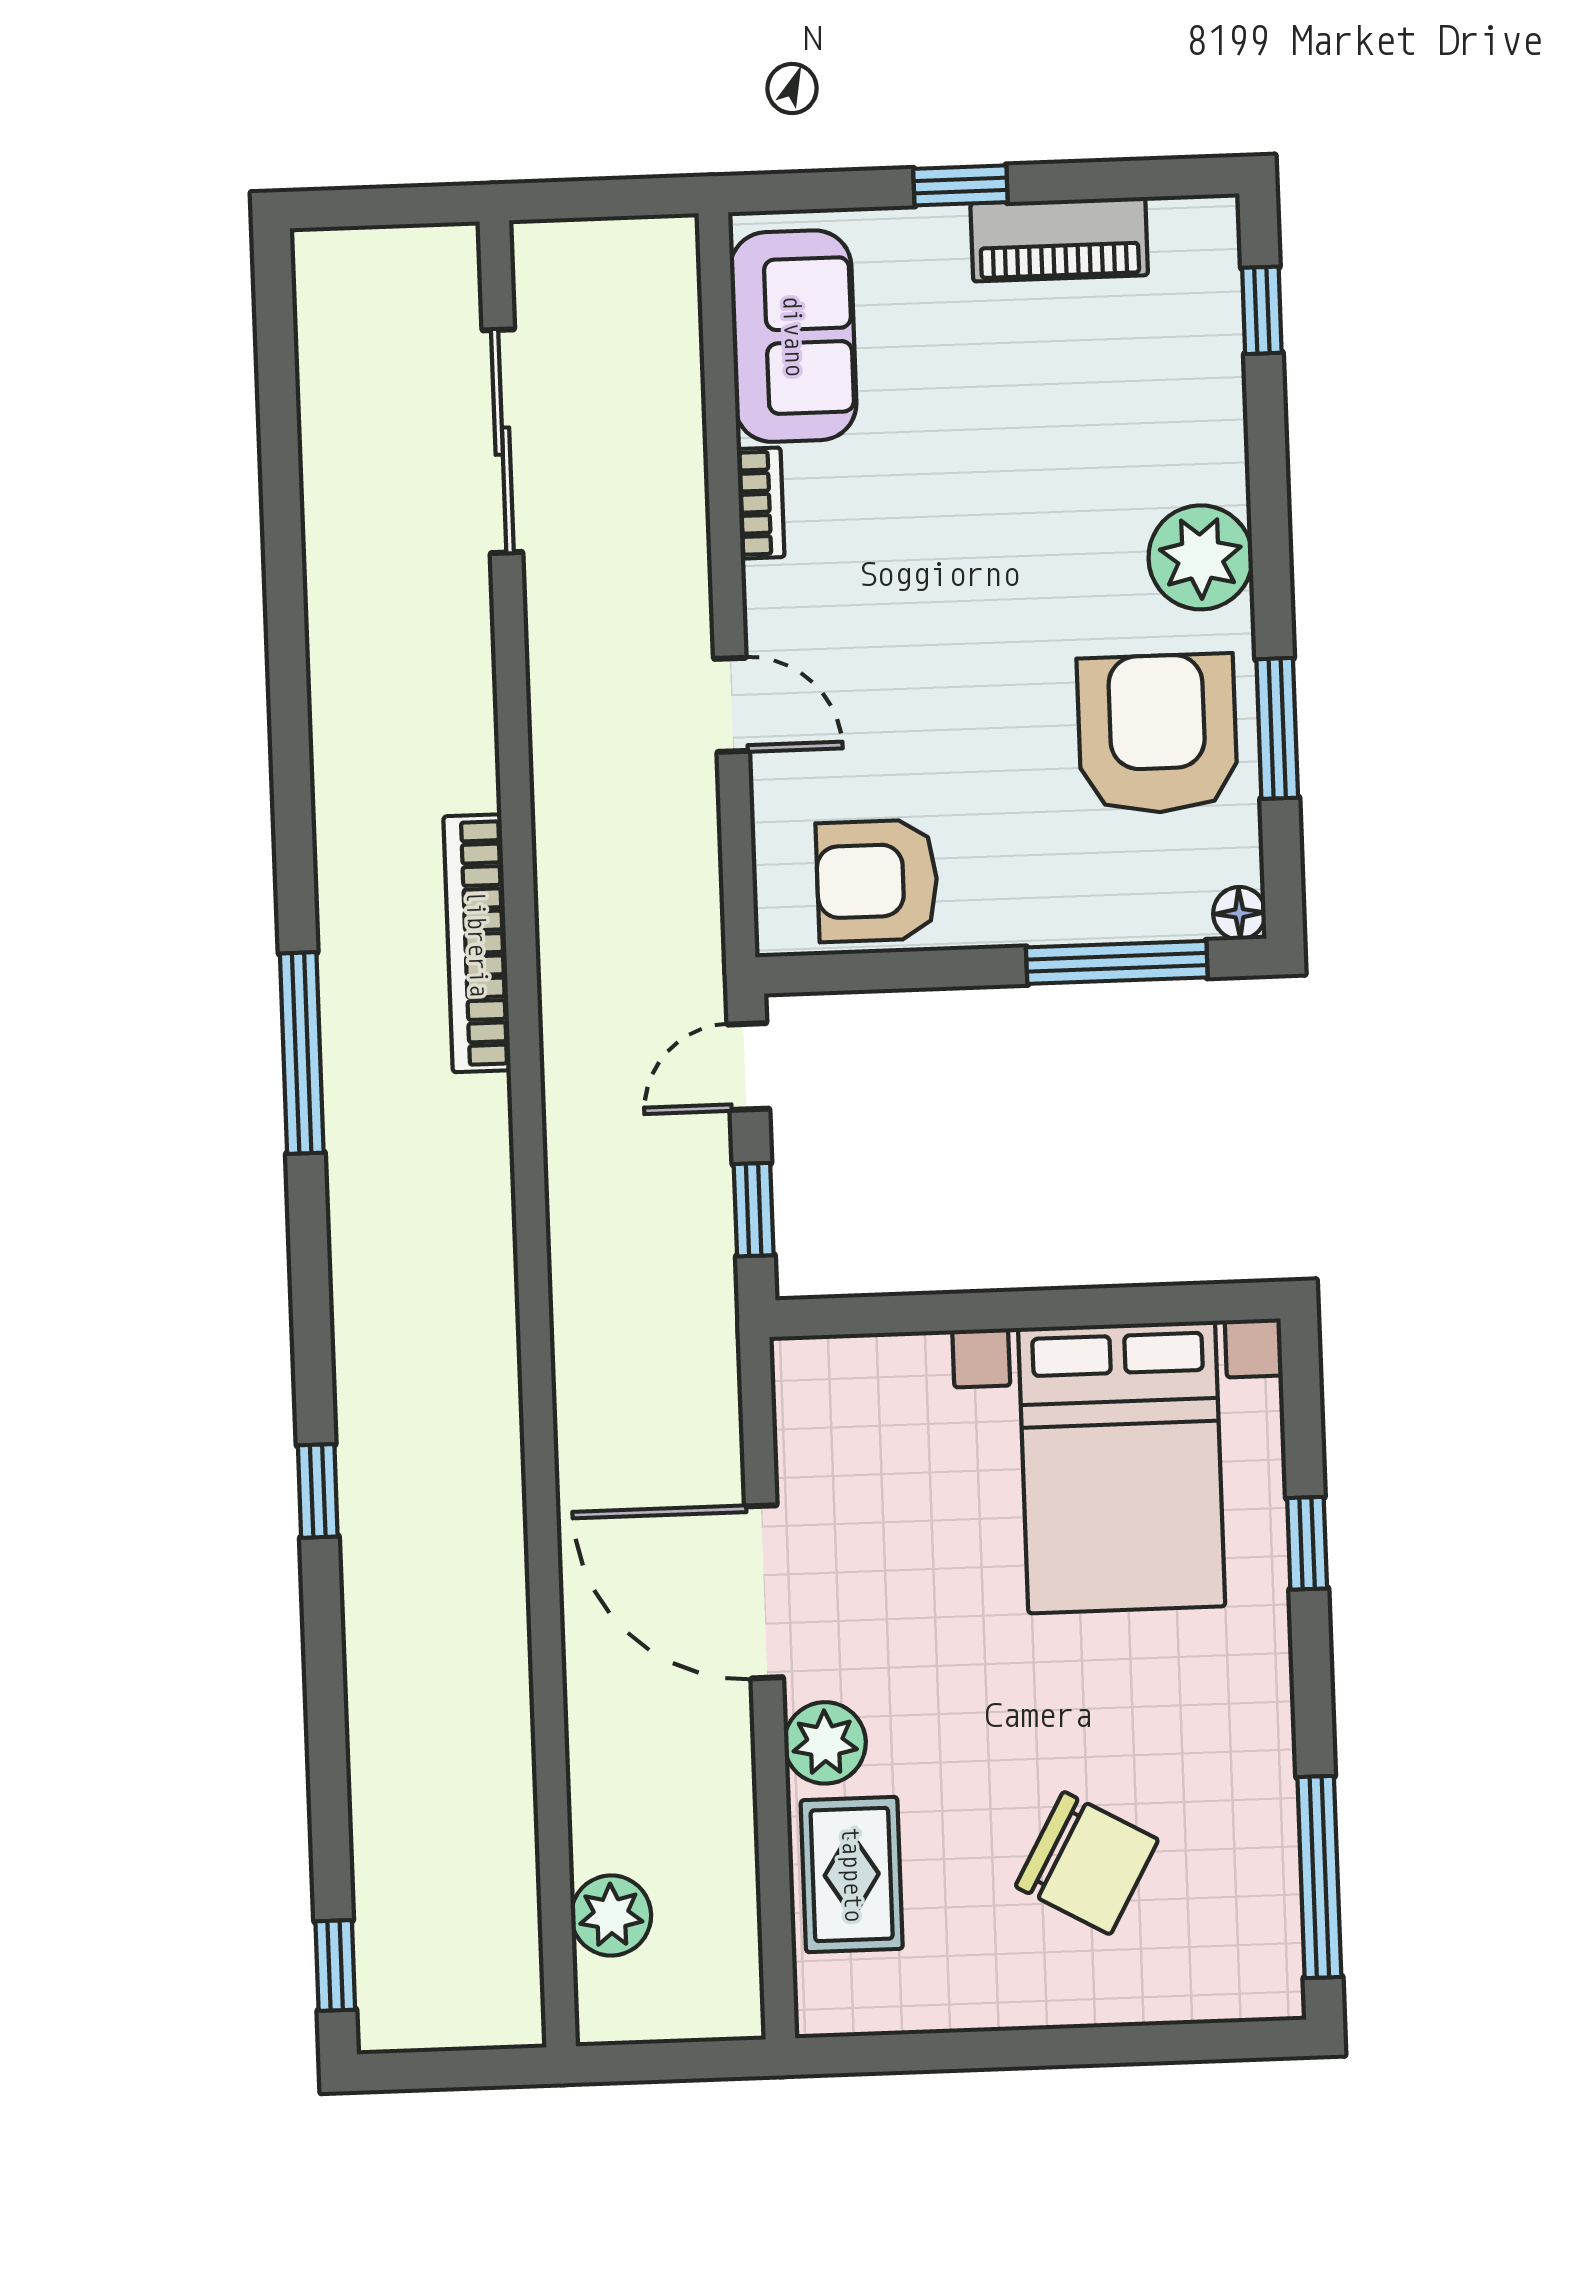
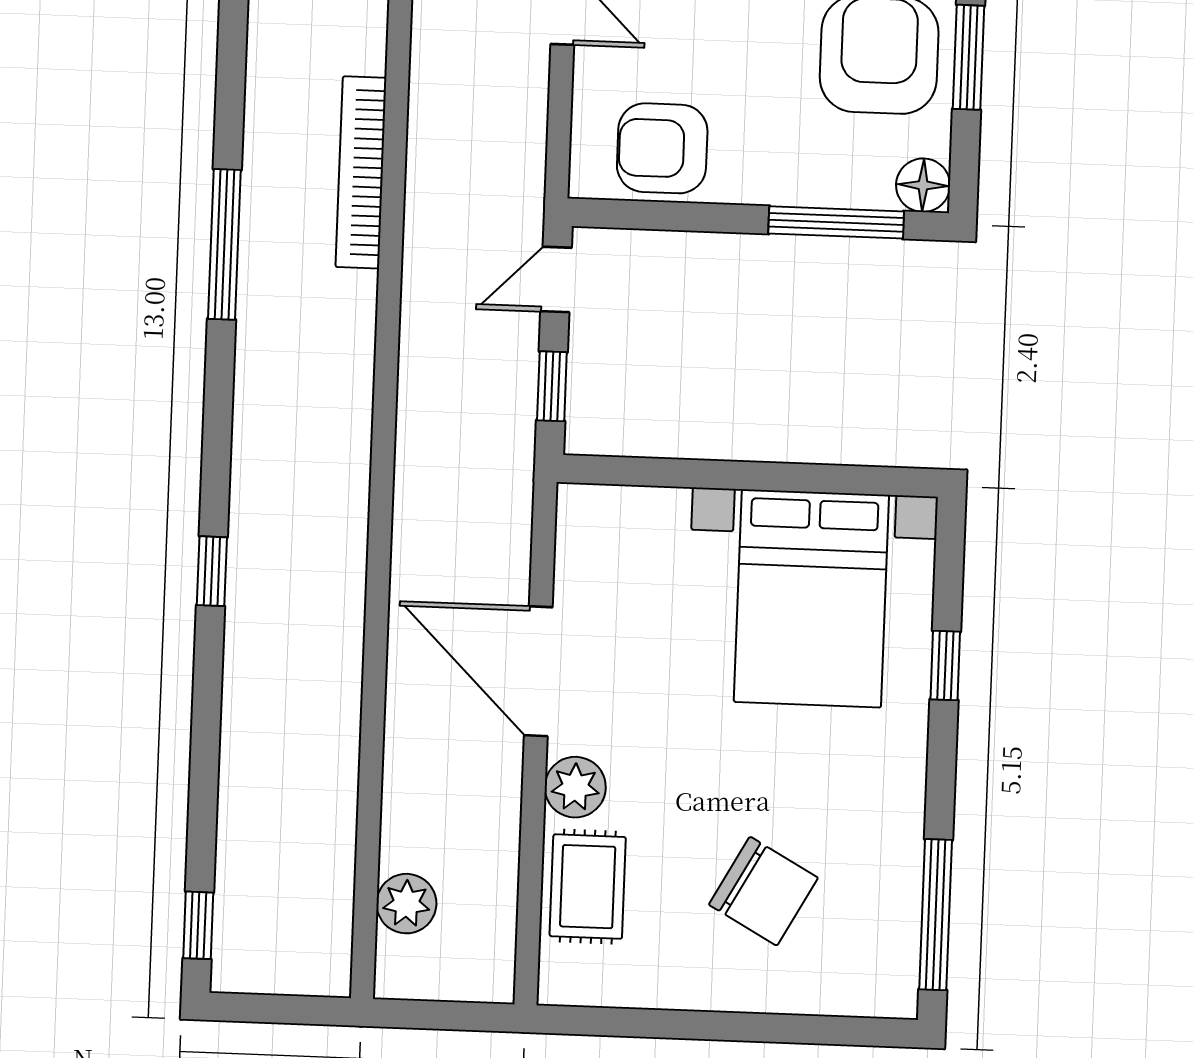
floor lamp: (1239, 913) -> (923, 185), width x1.37, depth x1.37

